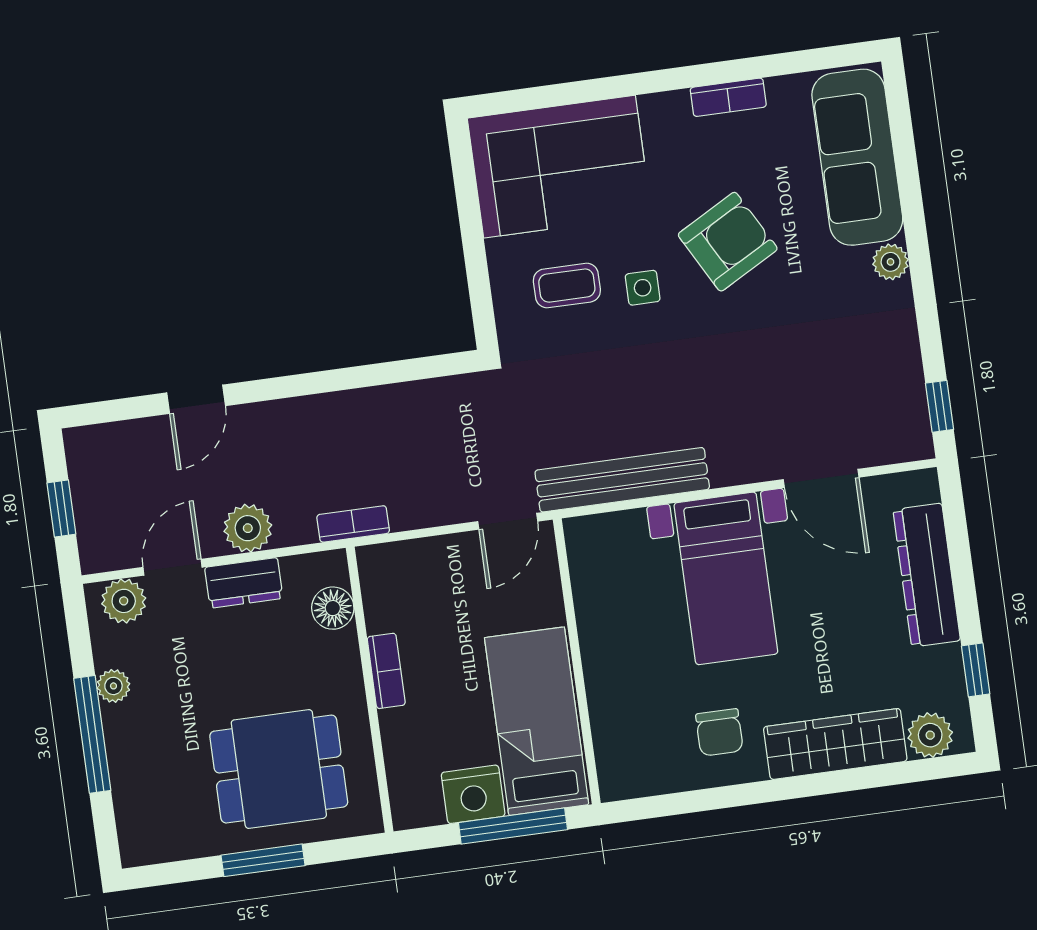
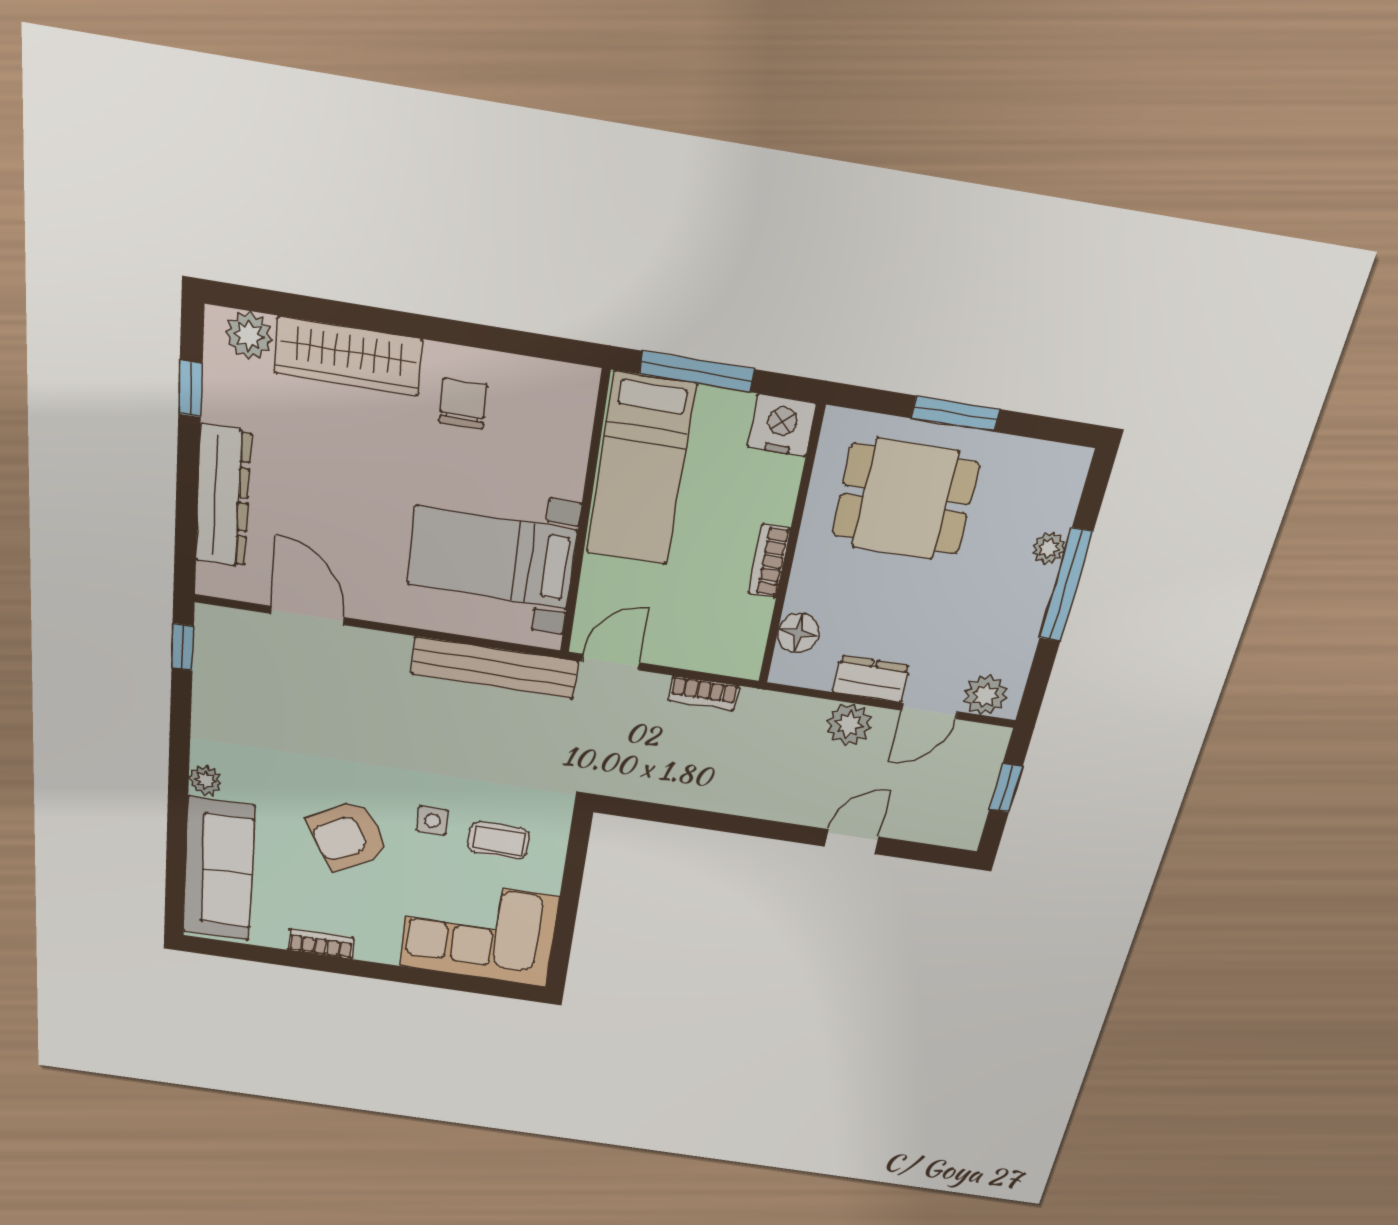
bookcase: (353, 524) -> (703, 693), moved
bed with nightstands: (726, 578) -> (492, 557), moved, turned -90
plant: (113, 686) -> (1049, 548), moved
nightstand: (473, 794) -> (782, 425), moved

